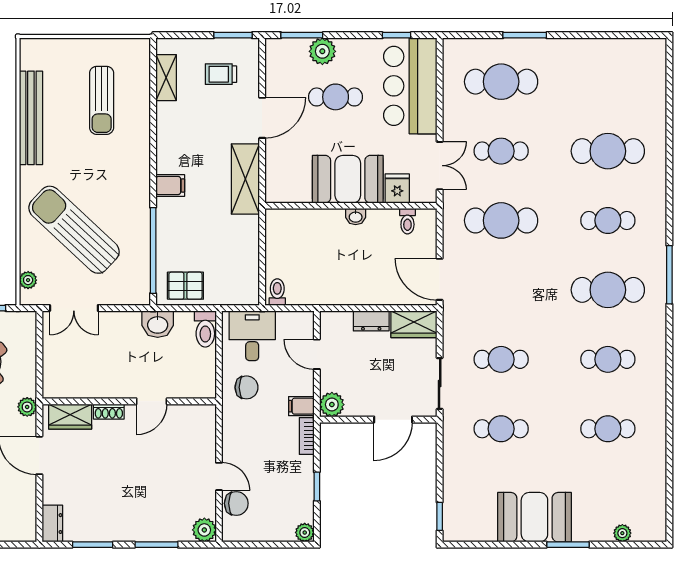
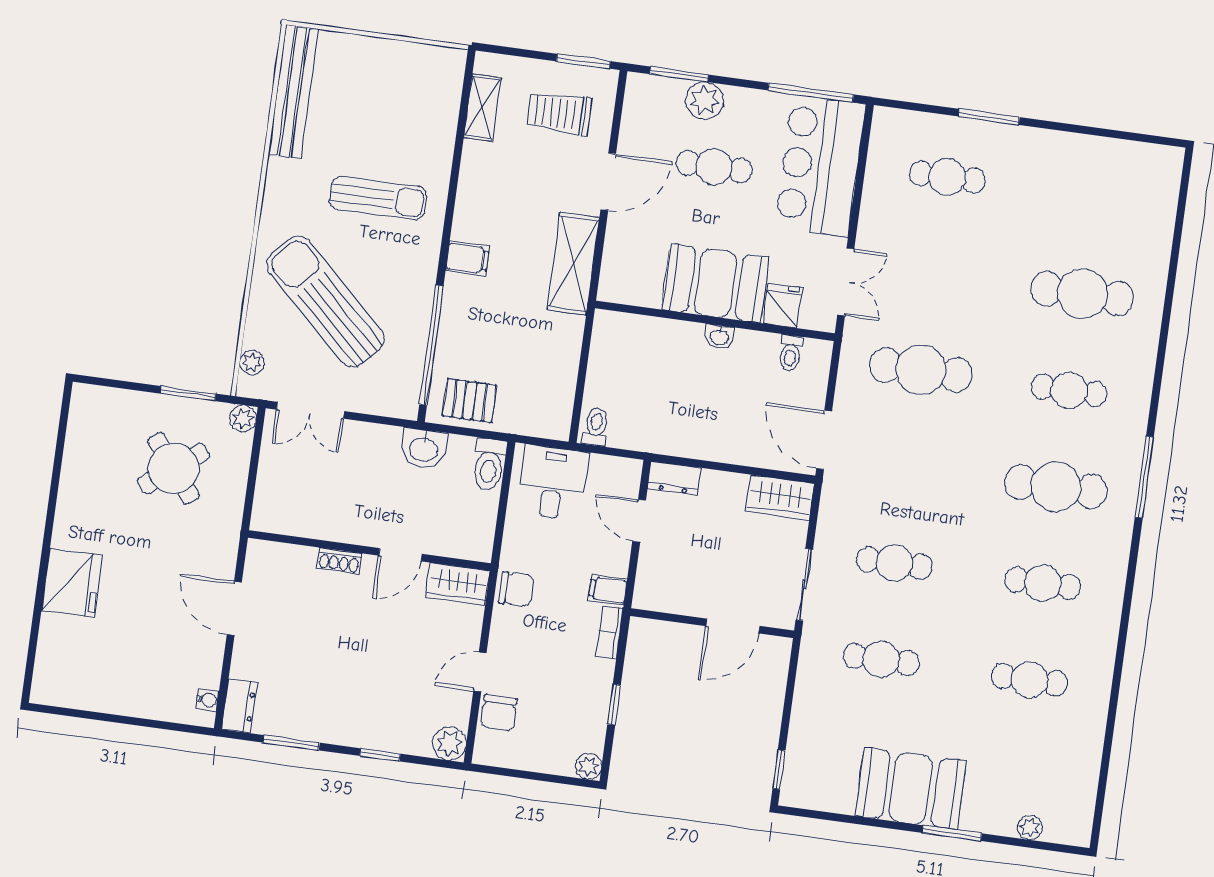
window: (397, 35) -> (811, 92), width x2.17
trolley: (221, 74) -> (559, 113), width x1.36, depth x1.39
cafe table: (501, 82) -> (947, 177), width x0.73, depth x0.74
sun lounger: (102, 100) -> (378, 198), moved, turned -90
bench: (31, 118) -> (293, 92), moved
cafe table: (501, 151) -> (934, 273), removed
dresser: (371, 321) -> (674, 478), moved
chair: (247, 387) -> (516, 589), moved
plant: (332, 405) -> (650, 593), removed
plant: (27, 407) -> (243, 418), moved
wardrobe: (70, 417) -> (458, 584), moved
door: (219, 476) -> (480, 672), swing flipped
chair: (236, 503) -> (499, 713), turned 90
water cooler: (29, 522) -> (207, 700), added
window: (156, 545) -> (380, 755), width x0.67

